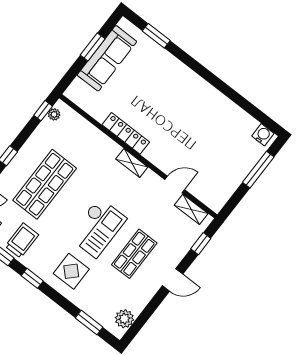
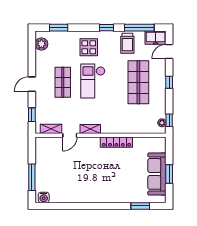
shelving: (132, 163) -> (90, 129), moved

